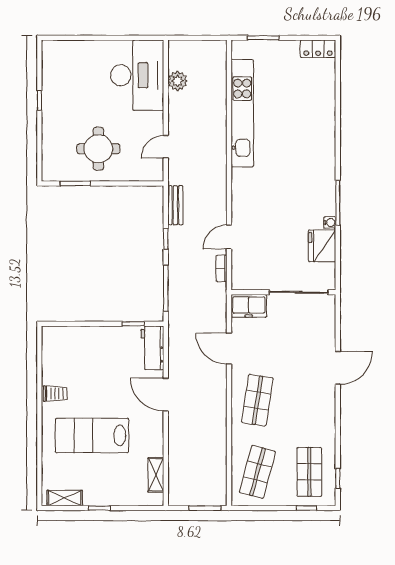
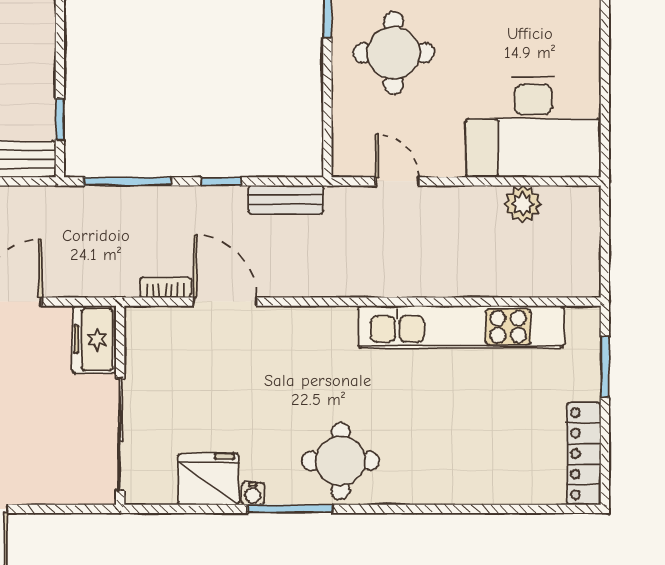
locker: (318, 49) -> (584, 454), width x1.53
round table: (313, 176) -> (341, 461), added
door: (229, 237) -> (225, 302), width x1.38

